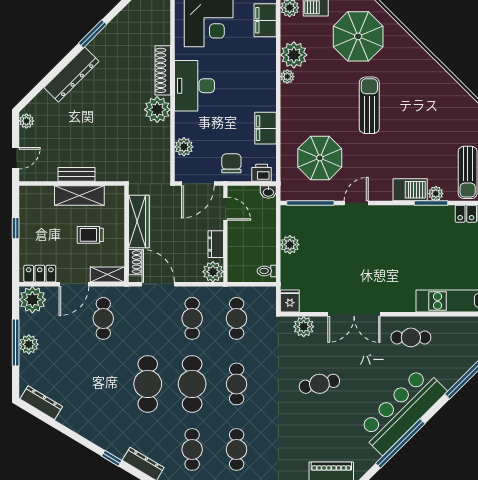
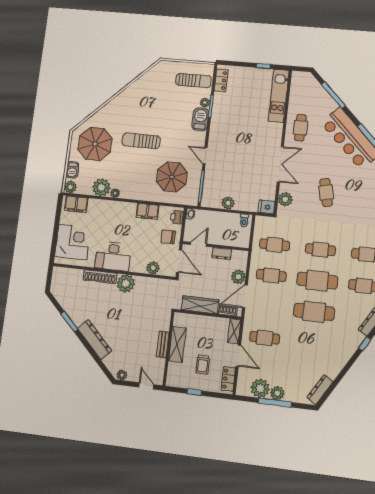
trolley: (90, 235) -> (203, 364), moved
plant: (213, 272) -> (238, 277), moved
plant: (32, 300) -> (260, 388), moved

